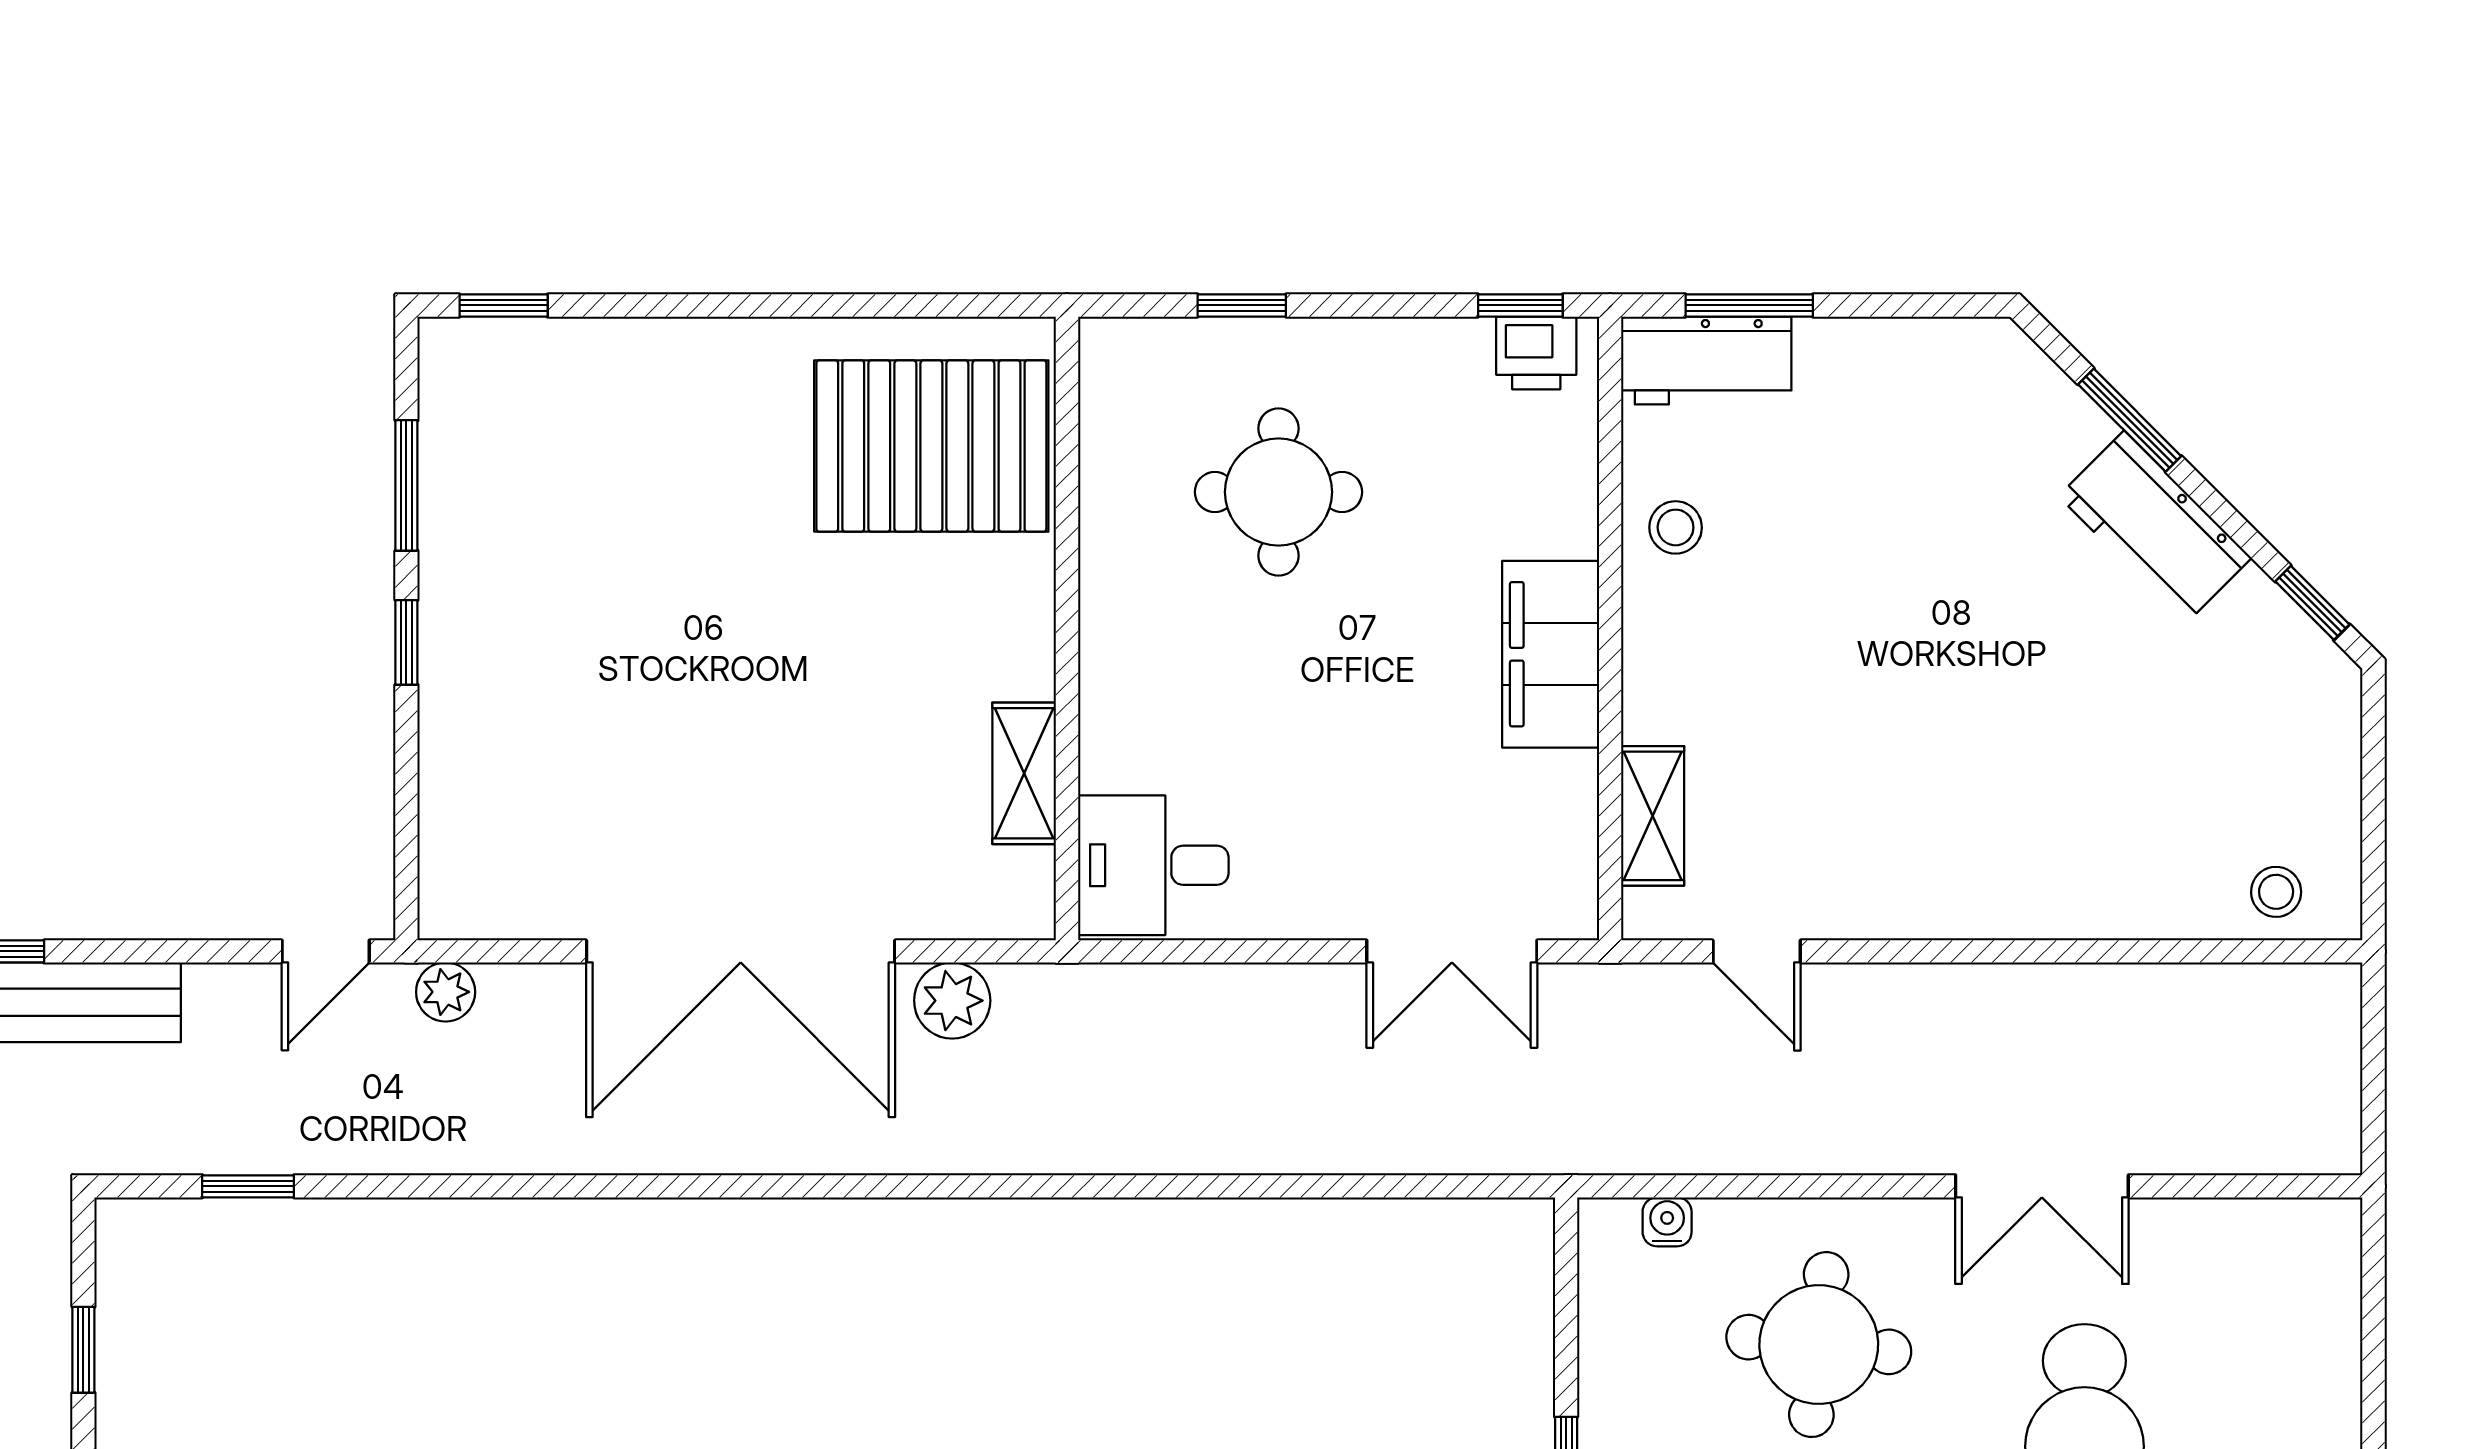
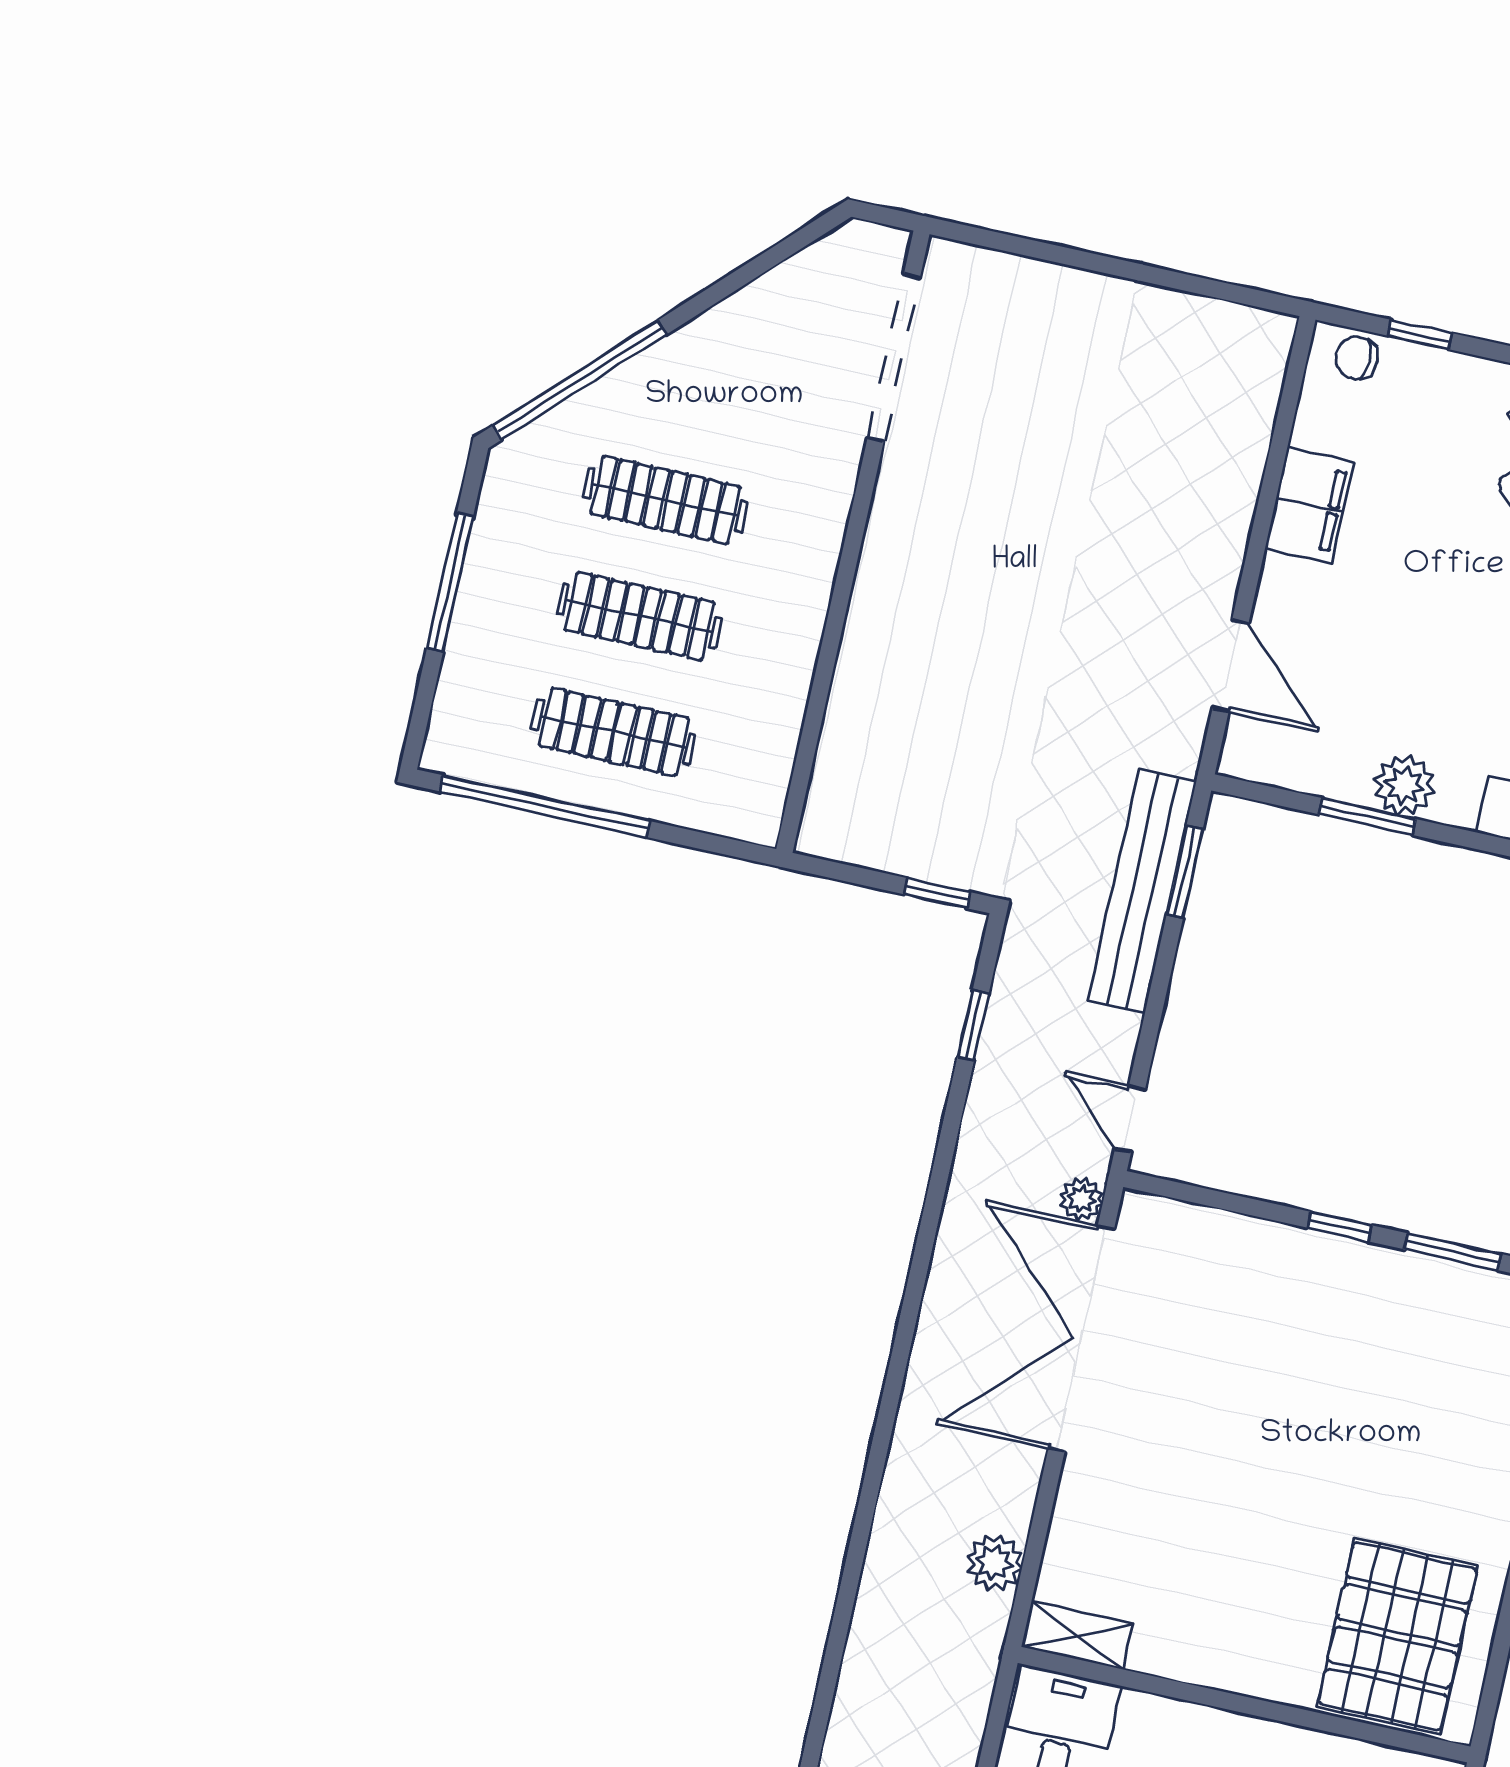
shelving: (1024, 773) -> (1077, 1635), moved
double door: (741, 951) -> (1081, 1339), moved
window: (83, 1350) -> (937, 893), moved

